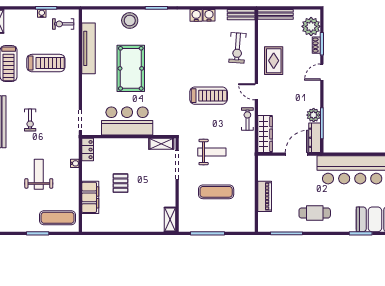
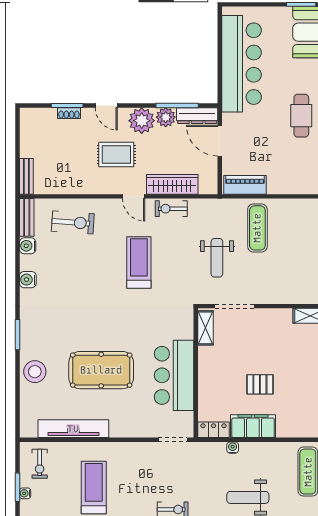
bench: (275, 14) -> (26, 176), width x0.73
water cooler: (209, 15) -> (28, 246), moved
plant: (311, 26) -> (142, 121), moved
rug: (274, 61) -> (116, 155), moved
door: (256, 92) -> (134, 196), hinge flipped
wardrobe: (265, 134) -> (172, 184), moved
weight bench: (212, 152) -> (217, 258), turned 180
exercise mat: (216, 192) -> (257, 228), moved
piano: (265, 196) -> (245, 185), moved
filing cabinet: (90, 197) -> (253, 426), moved

